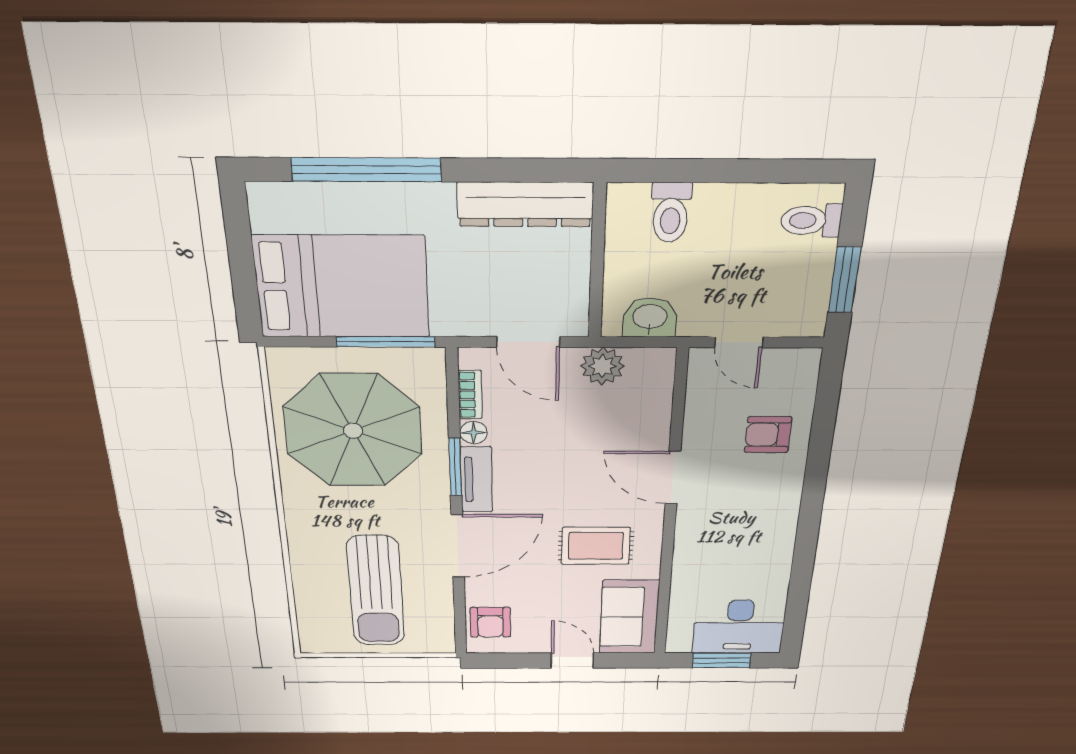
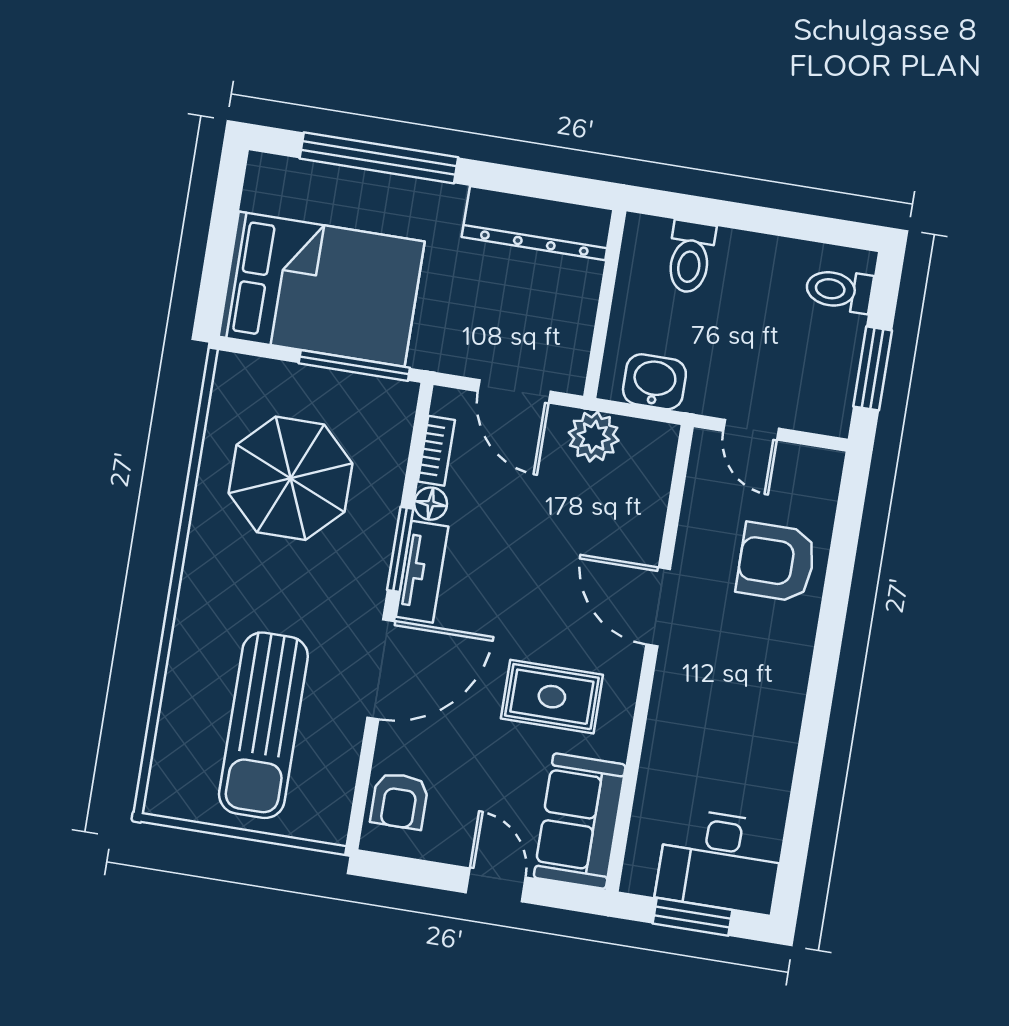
parasol: (353, 431) -> (290, 478), width x0.73, depth x0.73
armchair: (768, 435) -> (776, 562), width x1.38, depth x1.38

